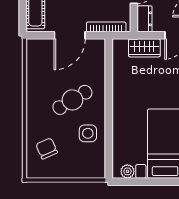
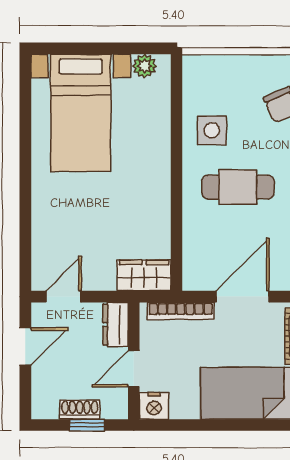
wardrobe: (144, 48) -> (144, 275), moved
cafe table: (72, 100) -> (238, 187), turned 31

